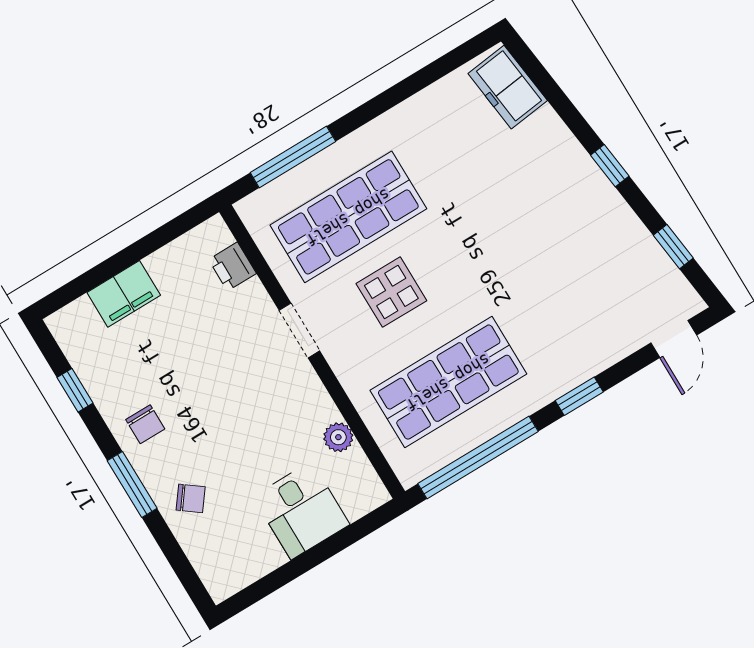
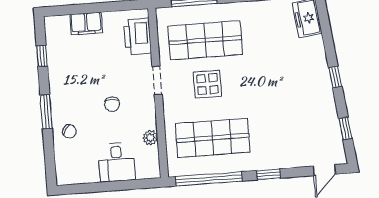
printer: (232, 266) -> (137, 36), width x1.87, depth x1.48
chair: (145, 424) -> (112, 104), moved

